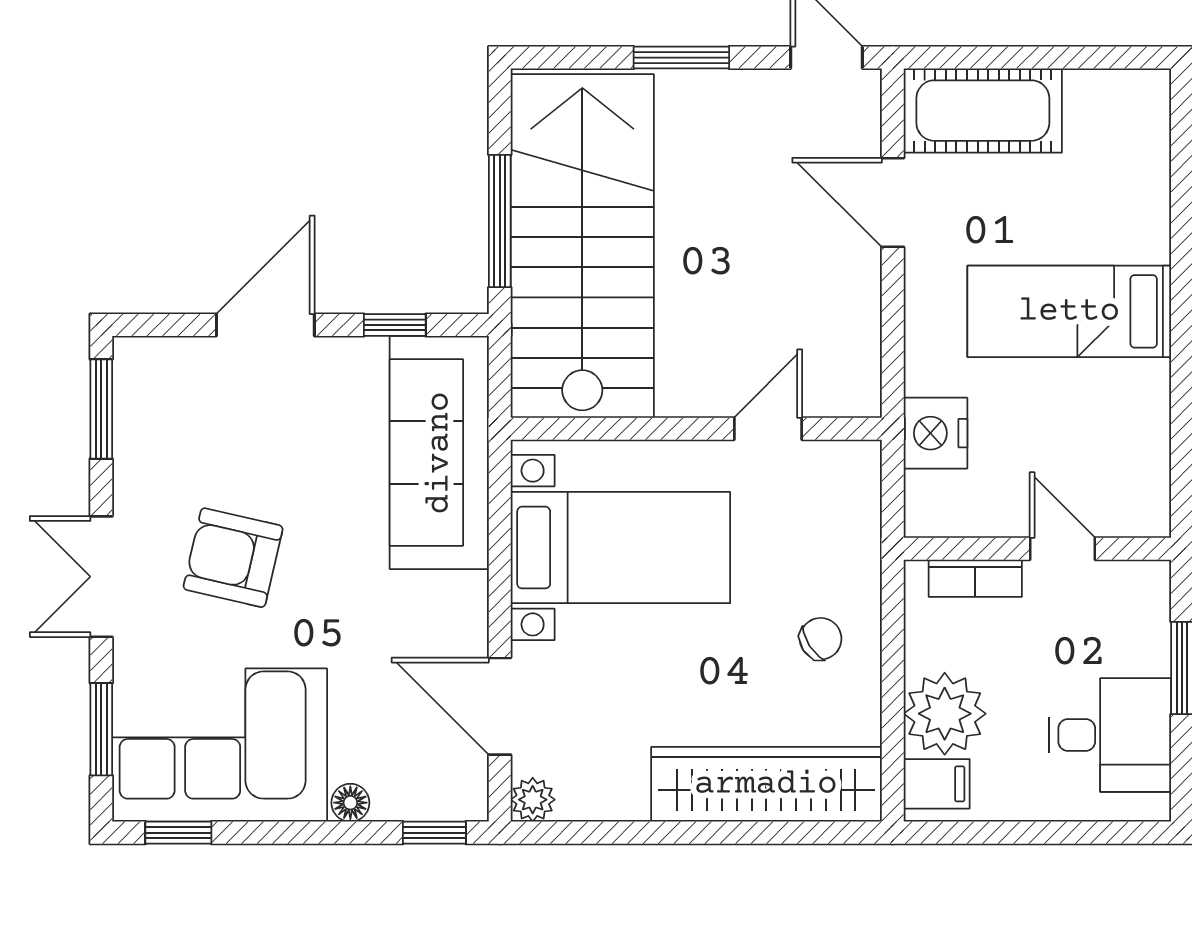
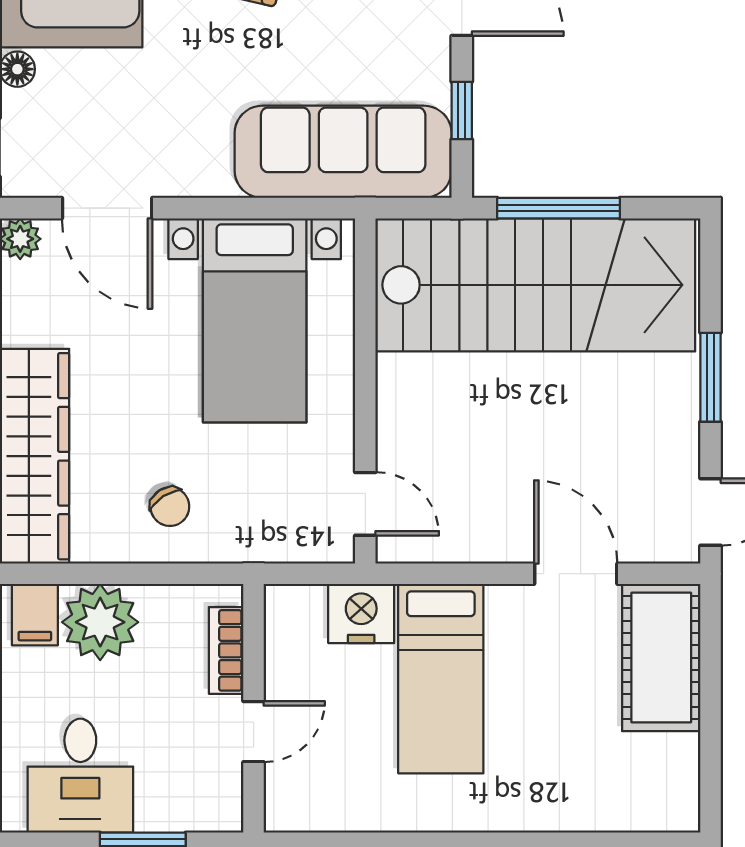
door: (893, 202) -> (576, 574), hinge flipped
bed: (1069, 311) -> (441, 679), moved, turned 180
door: (768, 429) -> (365, 504), moved
door: (500, 706) -> (107, 208), swing flipped

